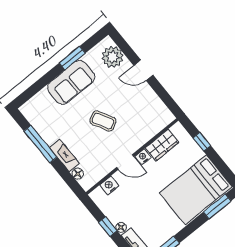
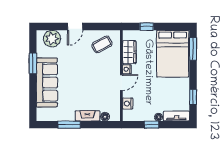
sofa: (71, 82) -> (47, 83), width x1.36
coffee table: (103, 121) -> (102, 44), moved
window: (40, 144) -> (69, 125), width x0.69

